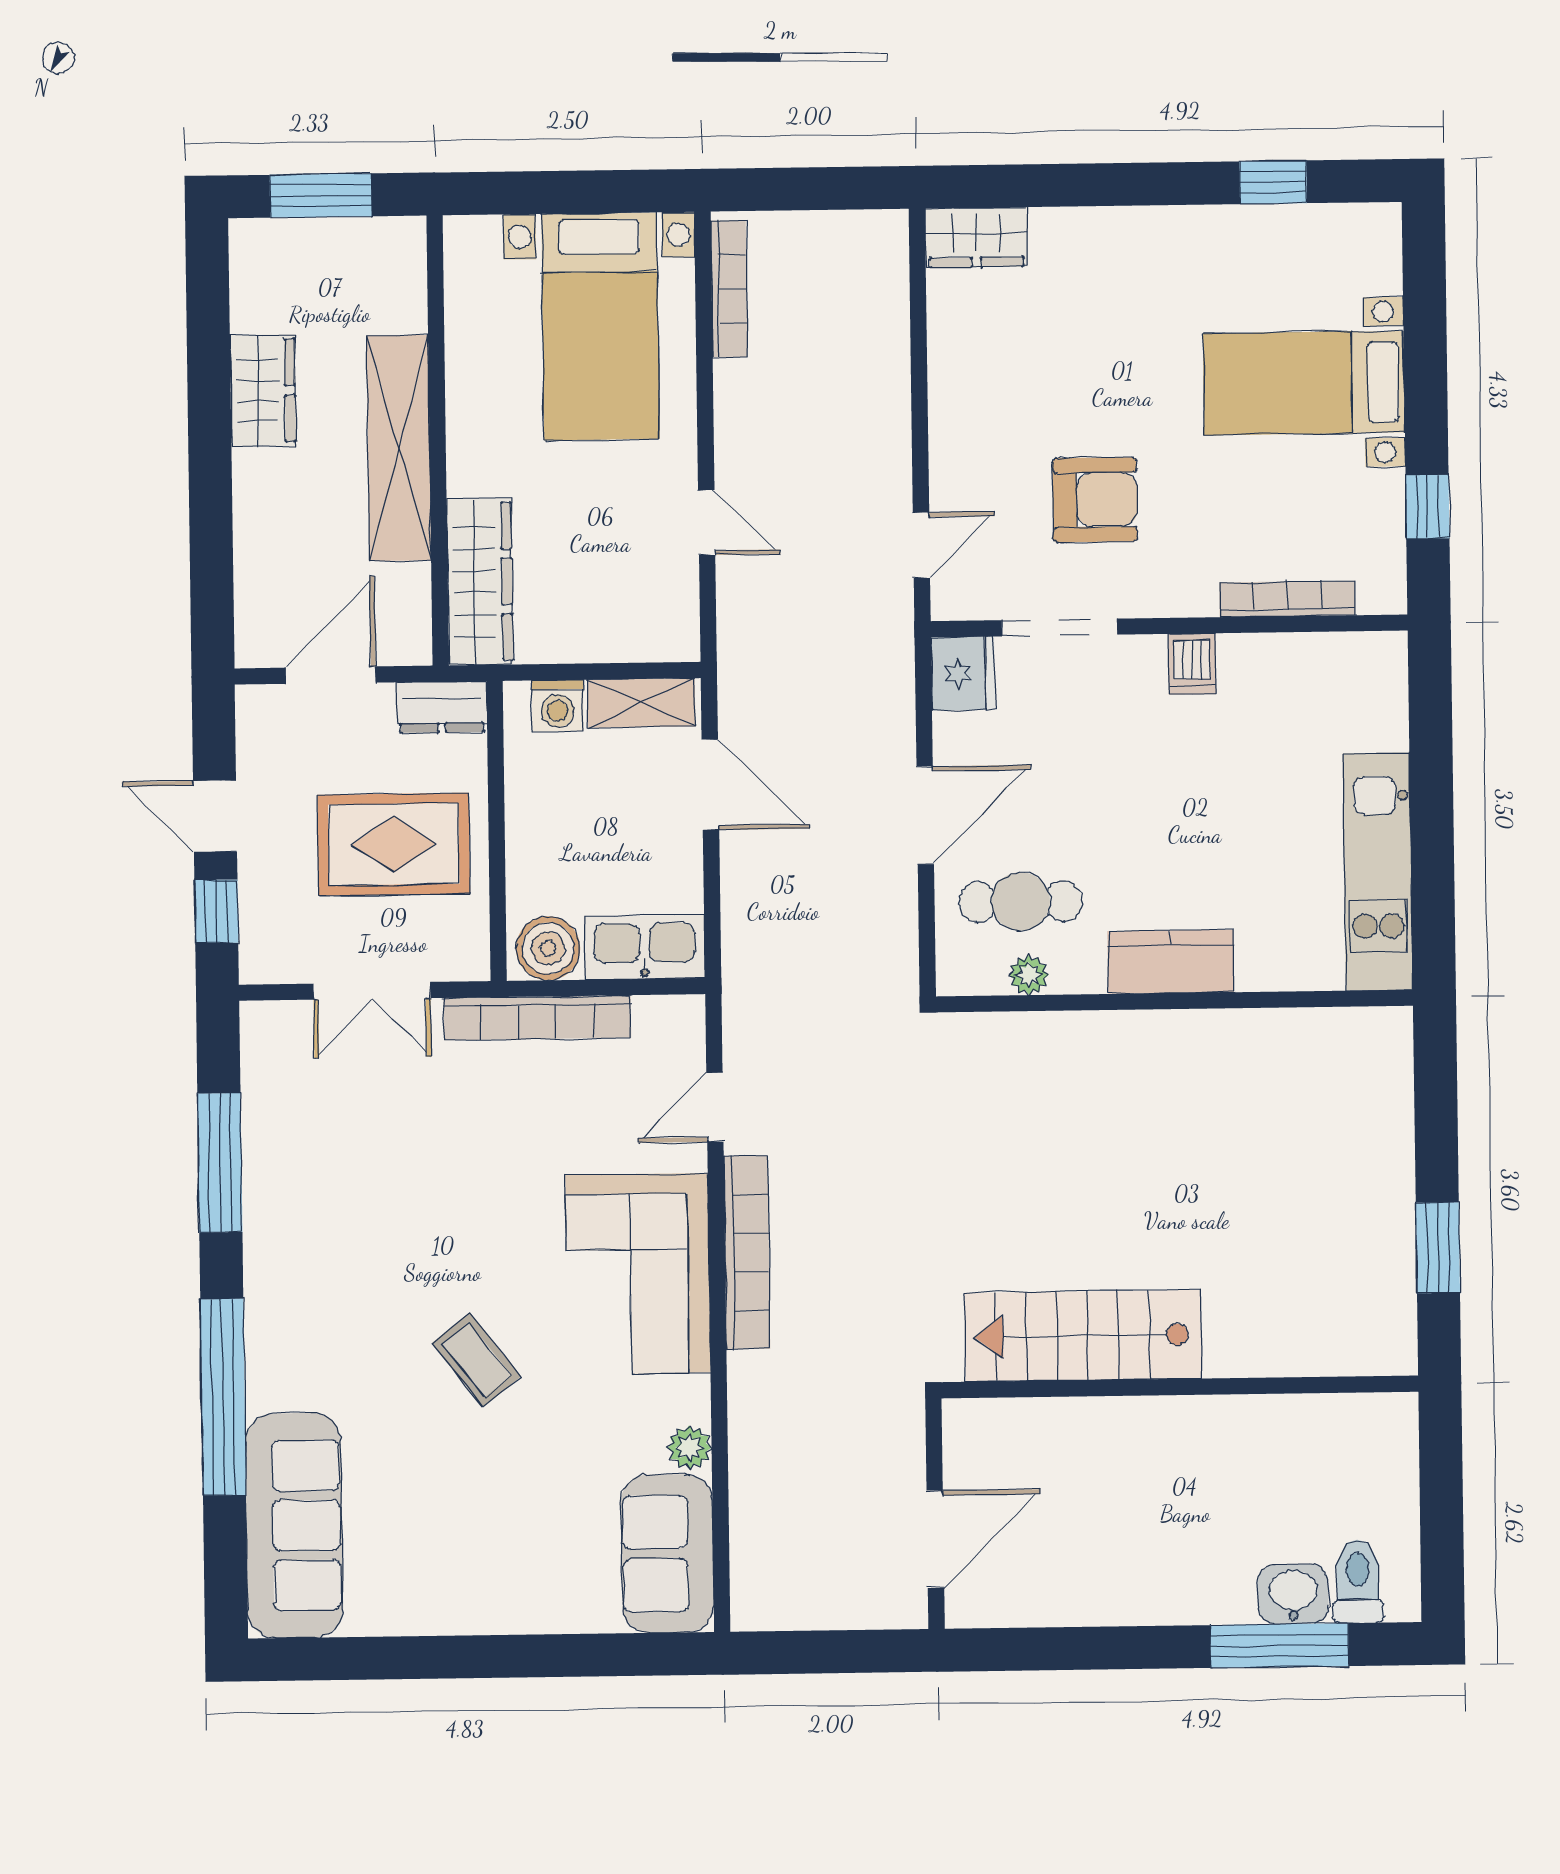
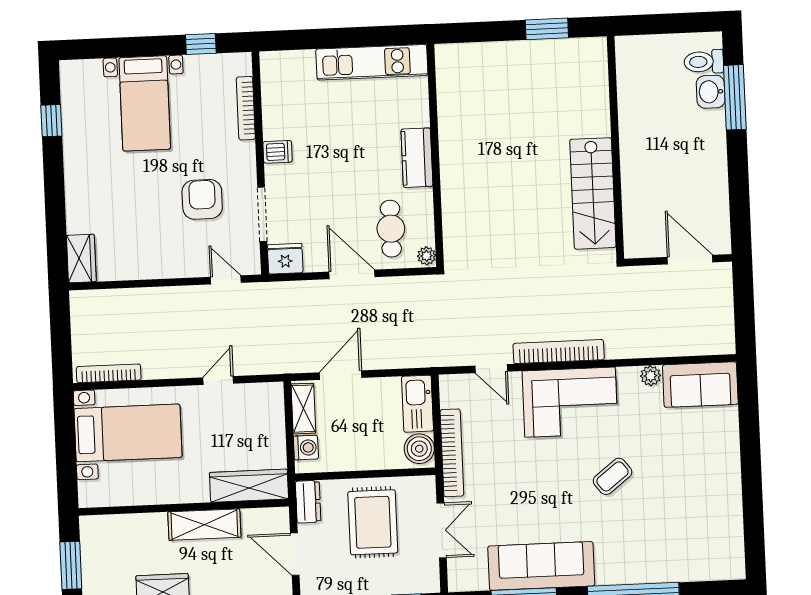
shelving: (399, 448) -> (204, 525), width x0.68
plant: (1029, 975) -> (427, 256), moved
sofa: (294, 1525) -> (541, 566), moved

